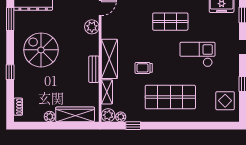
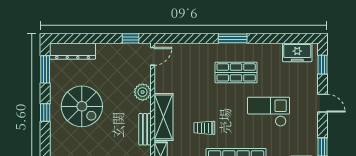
plant: (92, 27) -> (143, 92), moved
spiral stairs: (41, 50) -> (82, 106), turned 180
window: (10, 72) -> (45, 113), moved

